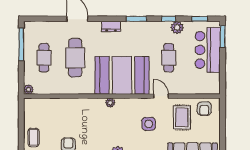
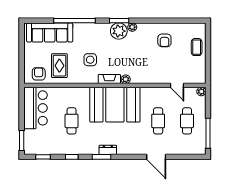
dresser: (111, 26) -> (108, 150), moved
plant: (177, 28) -> (64, 149), removed
bar counter: (208, 50) -> (36, 108), moved
cafe table: (75, 58) -> (158, 121), width x0.73, depth x0.74
door: (161, 96) -> (177, 85), moved
fireplace: (128, 103) -> (109, 79), added

